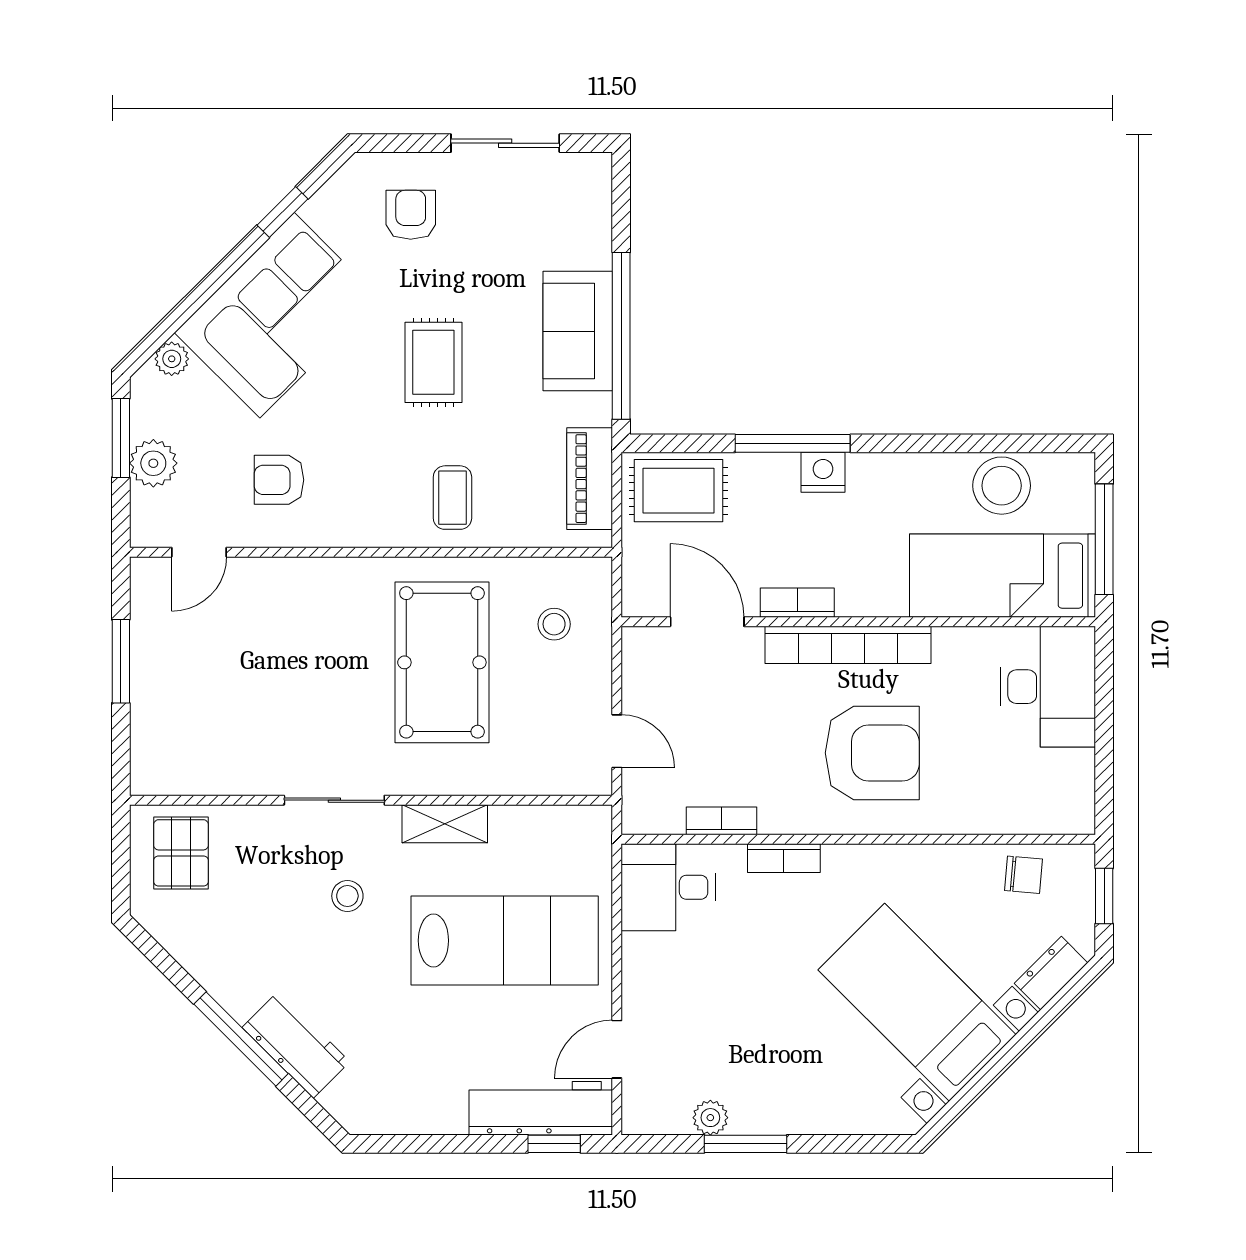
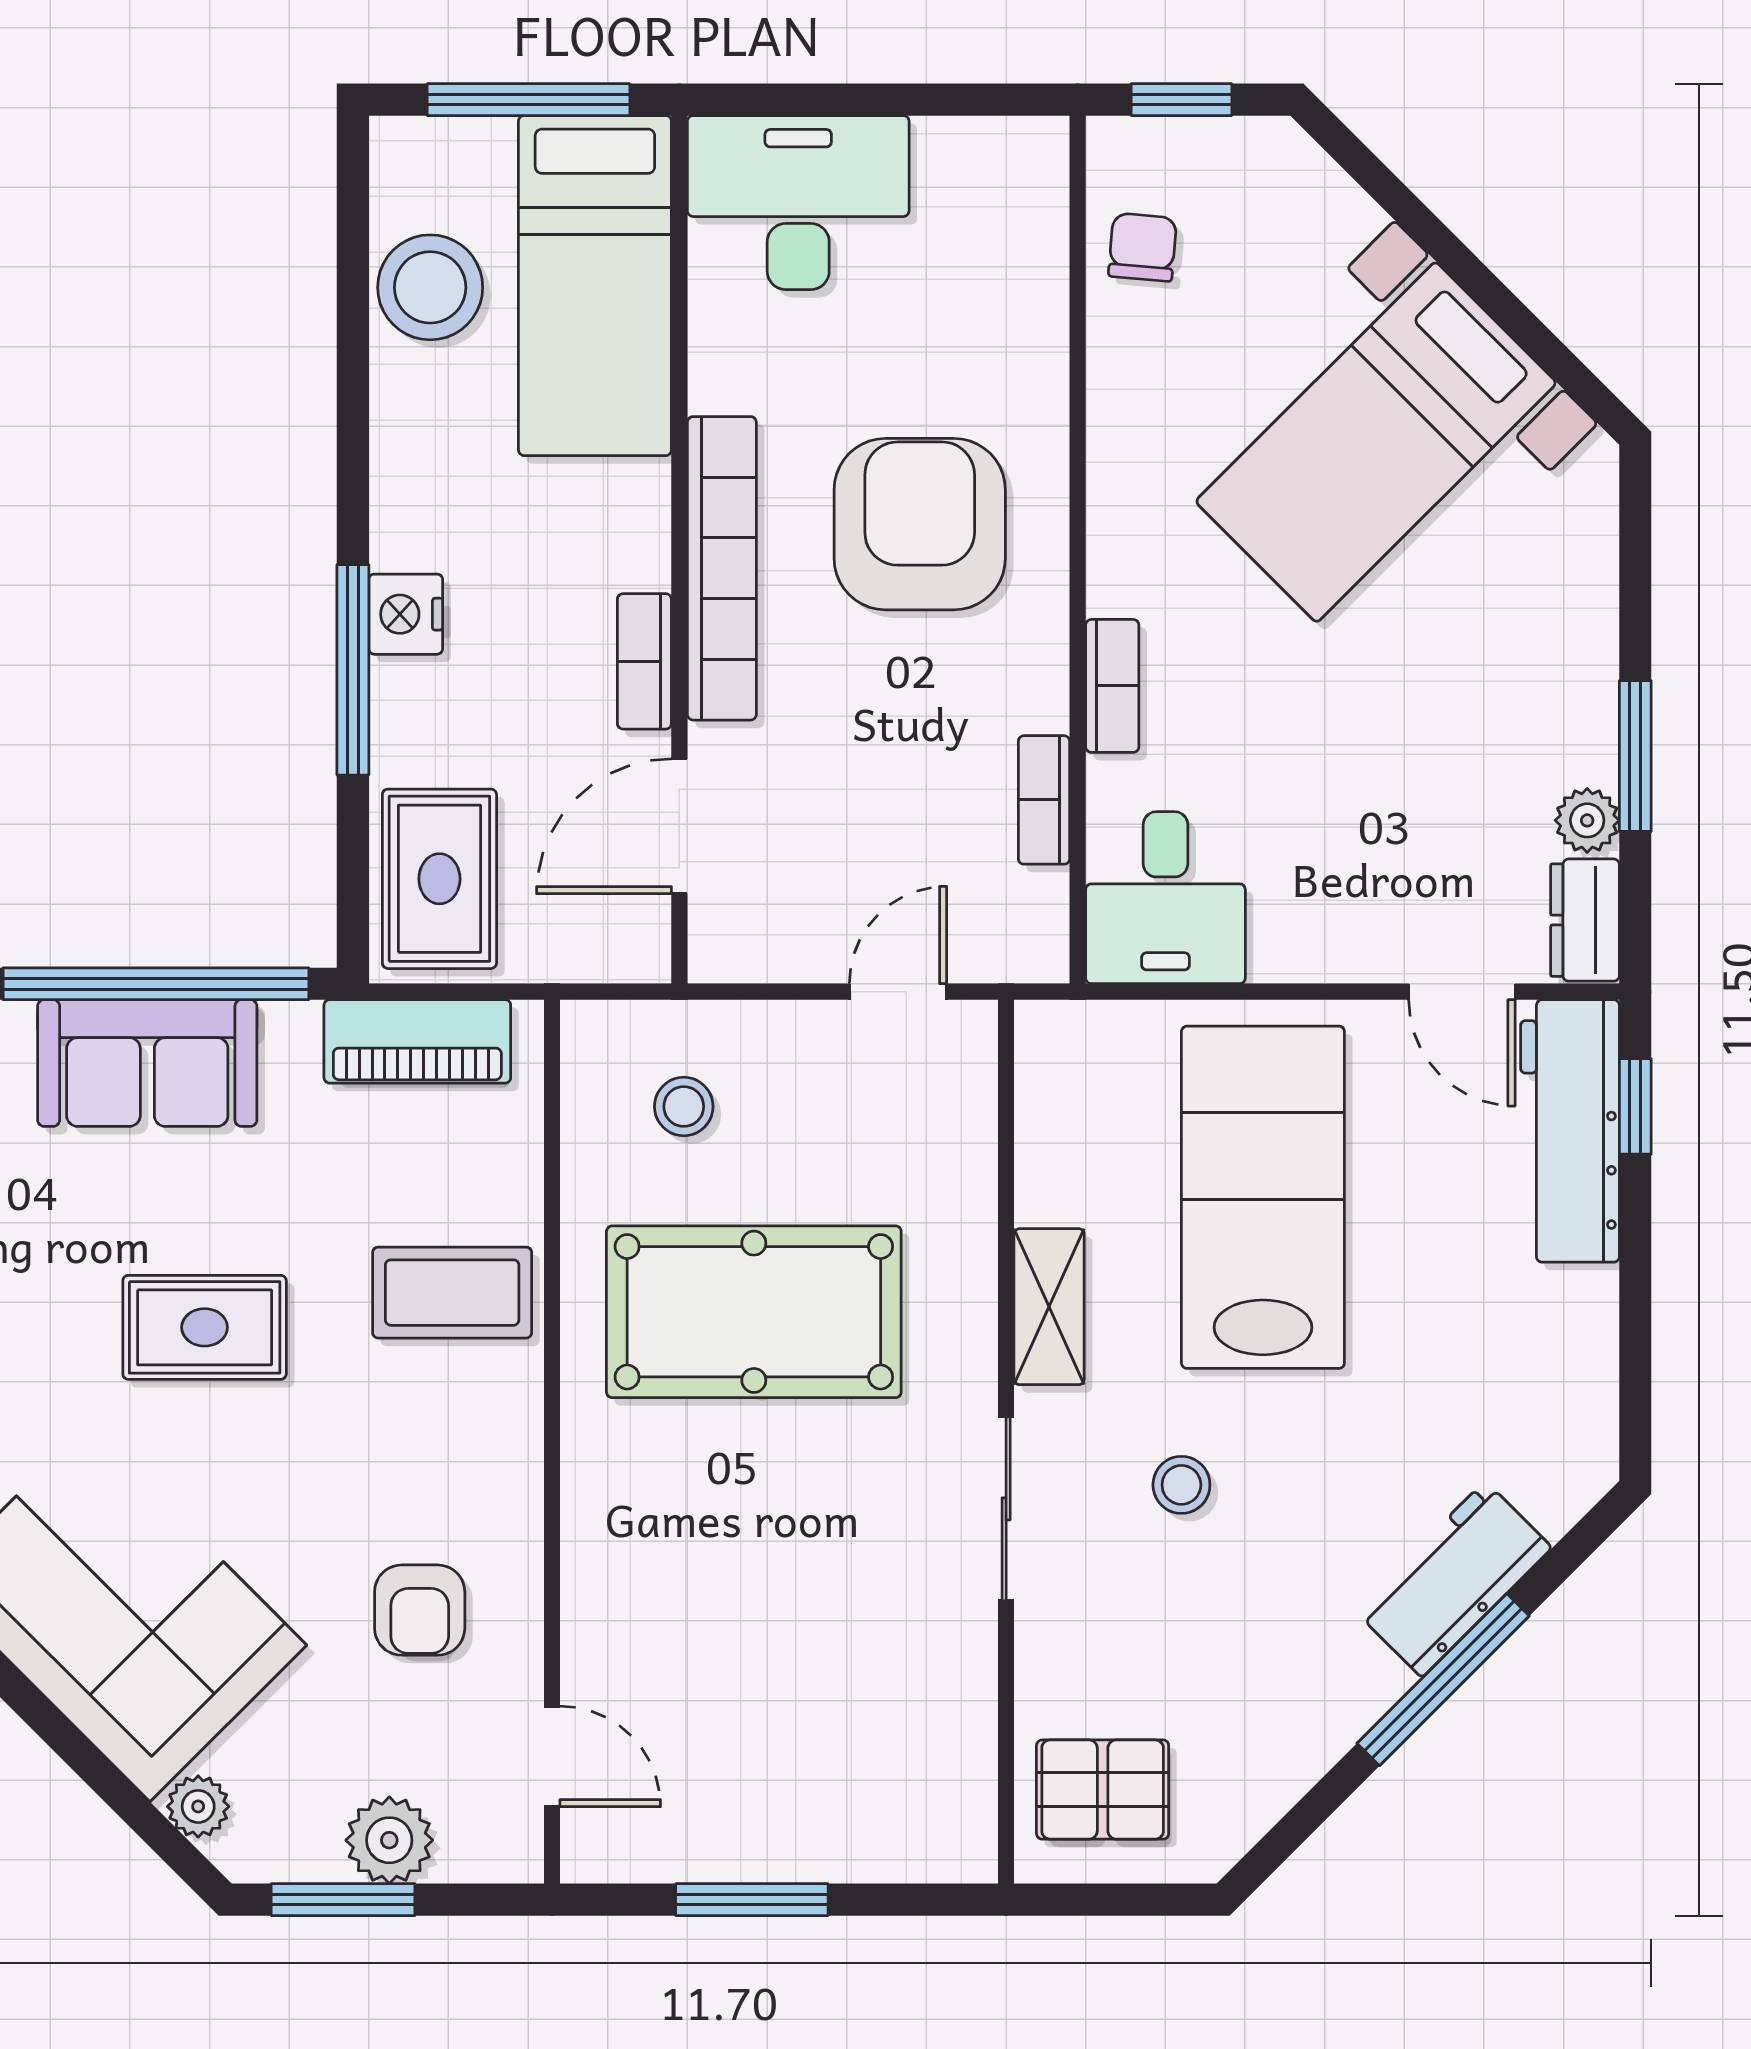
coffee table: (452, 498) -> (452, 1293), width x1.36, depth x1.30
dresser: (1051, 973) -> (1585, 920), moved, turned 45

